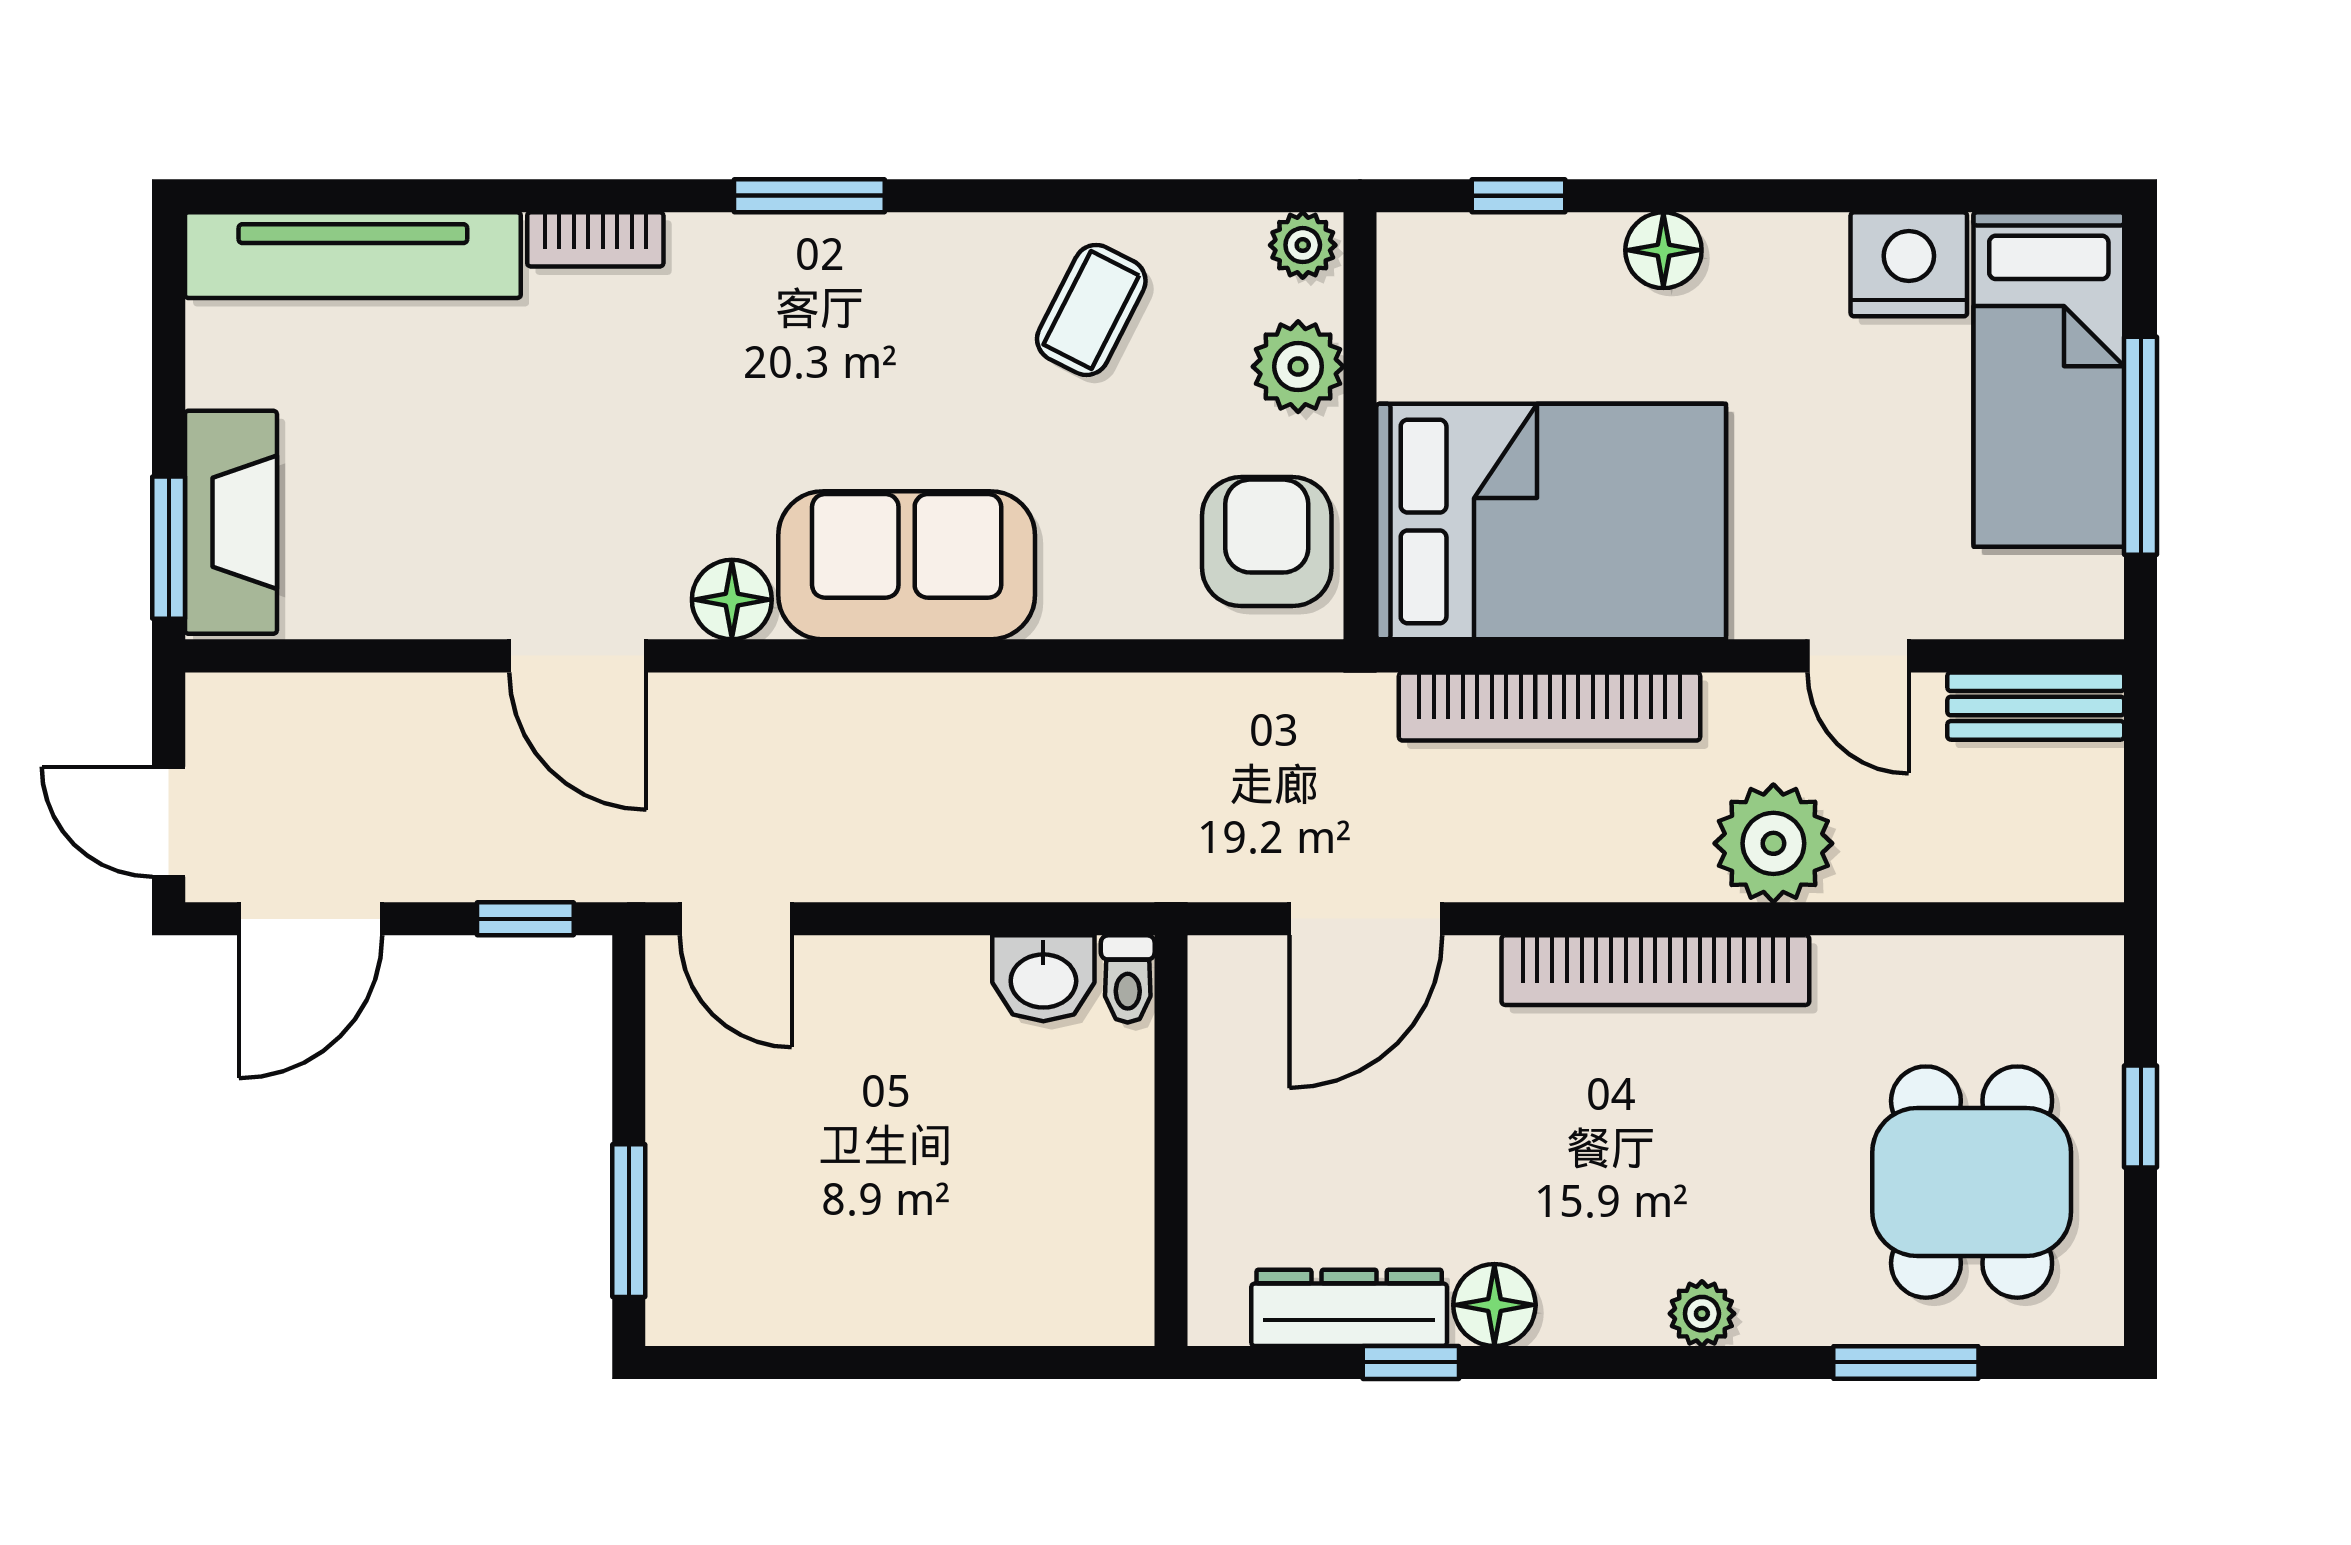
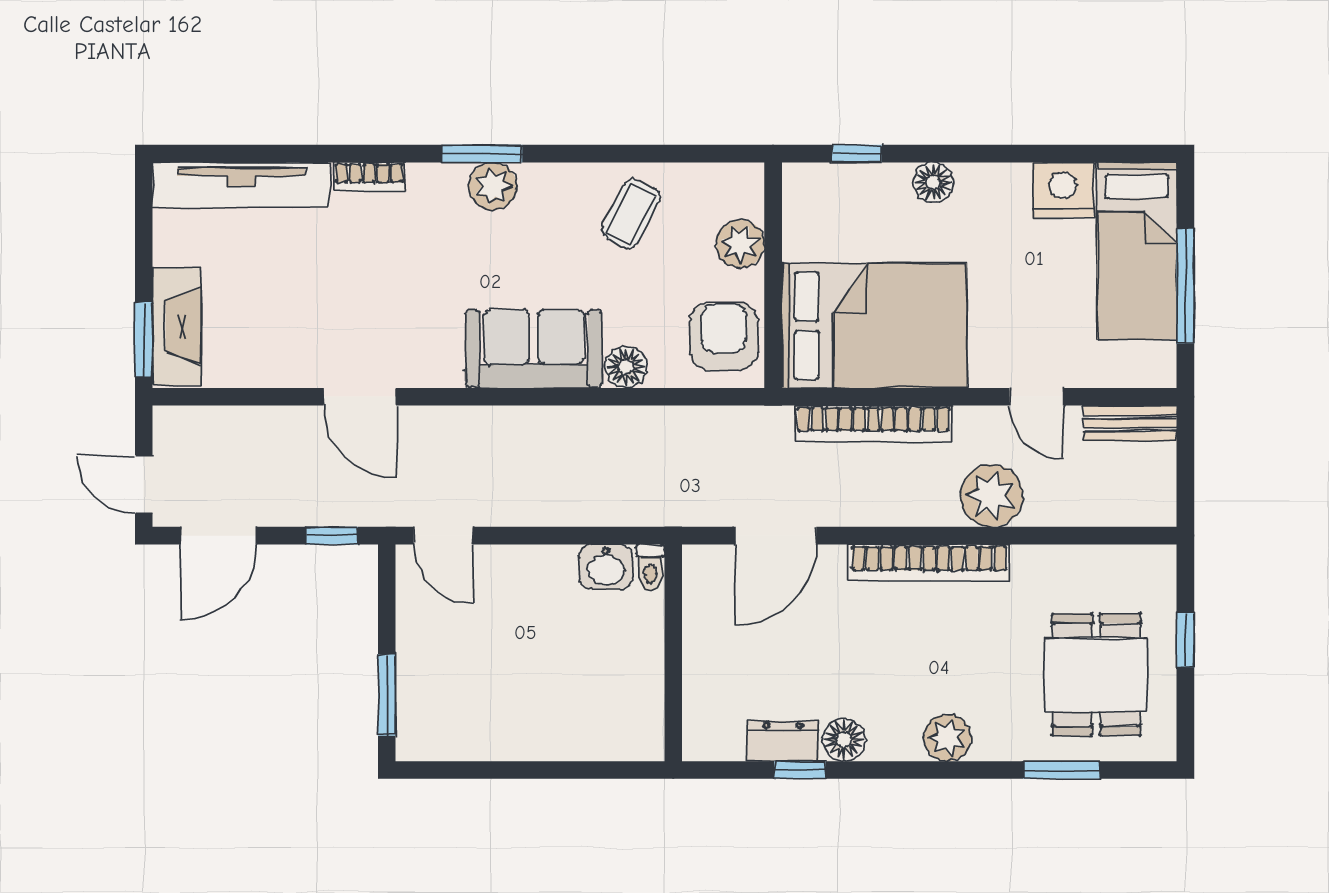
plant: (1303, 245) -> (493, 186), moved, width x1.38, depth x1.38
floor lamp: (732, 600) -> (626, 367), moved
dresser: (1349, 1308) -> (783, 741), width x0.70
plant: (1702, 1314) -> (947, 738), width x1.38, depth x1.38

